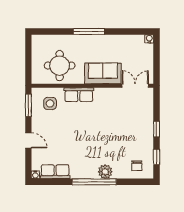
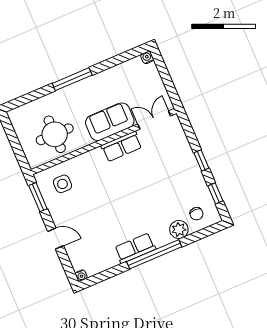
row of seats: (79, 95) -> (121, 146), moved
row of seats: (55, 172) -> (135, 248), moved
plant: (105, 172) -> (179, 229), moved

